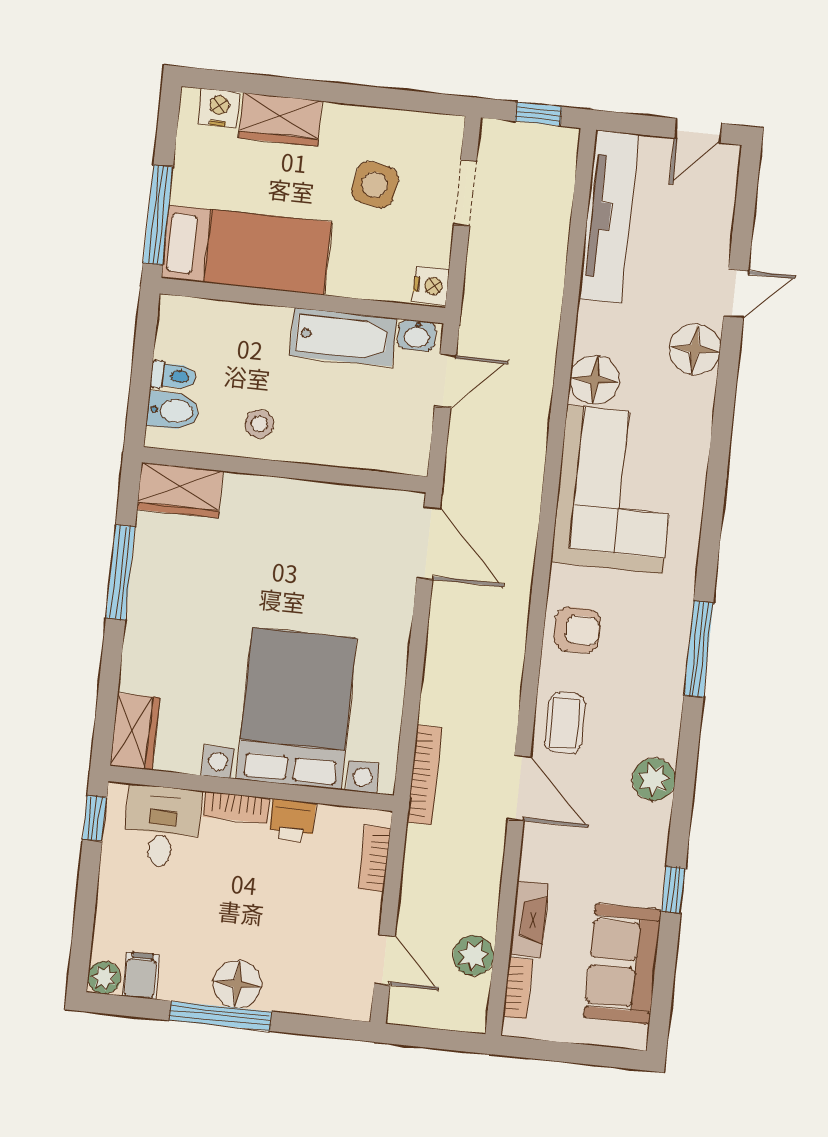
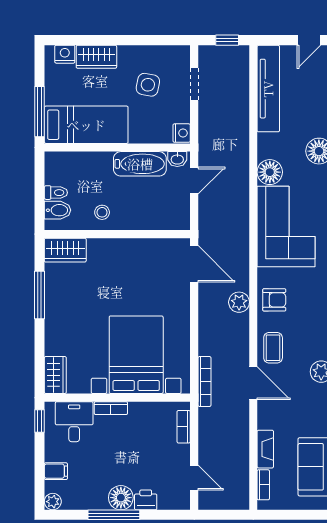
printer: (292, 820) -> (146, 500), moved, turned 180
plant: (473, 956) -> (239, 302), moved
filing cabinet: (141, 975) -> (56, 471), moved, turned 90

